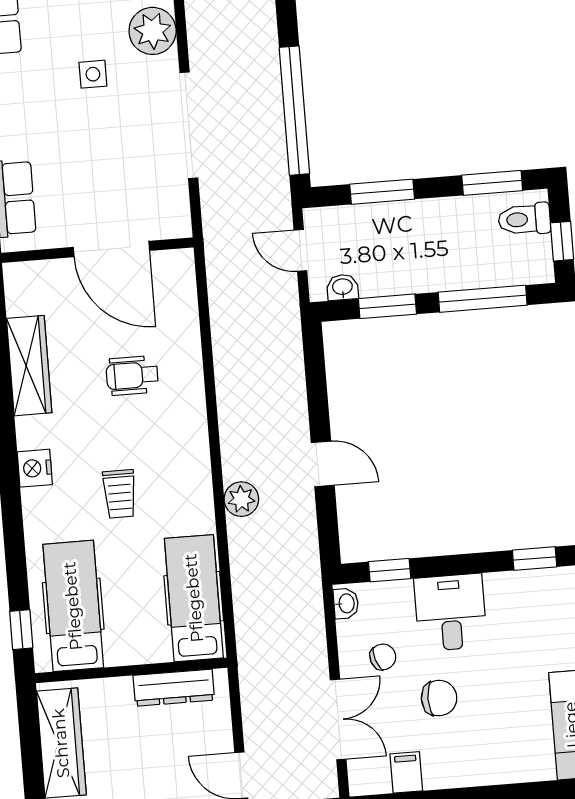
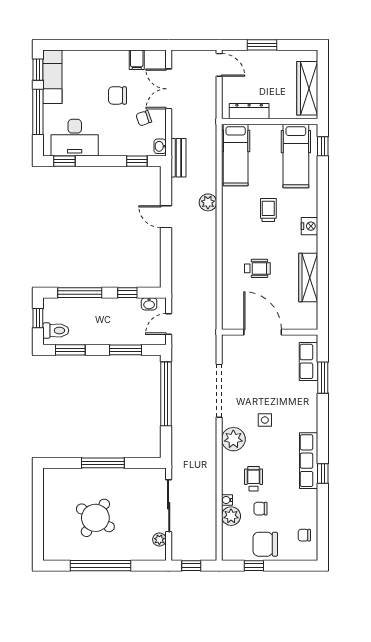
door: (300, 250) -> (169, 324), swing flipped
window: (387, 306) -> (127, 293), width x0.67
bench: (307, 583) -> (178, 158), added
desk: (450, 612) -> (75, 138), moved, width x1.37

